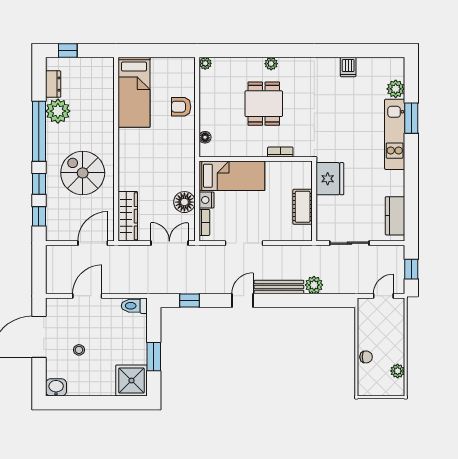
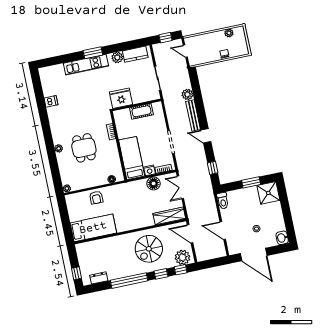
plant: (396, 89) -> (117, 58), moved
dining table: (264, 104) -> (84, 148), turned 90
plant: (58, 111) -> (182, 257), moved
window: (411, 118) -> (93, 53), moved

